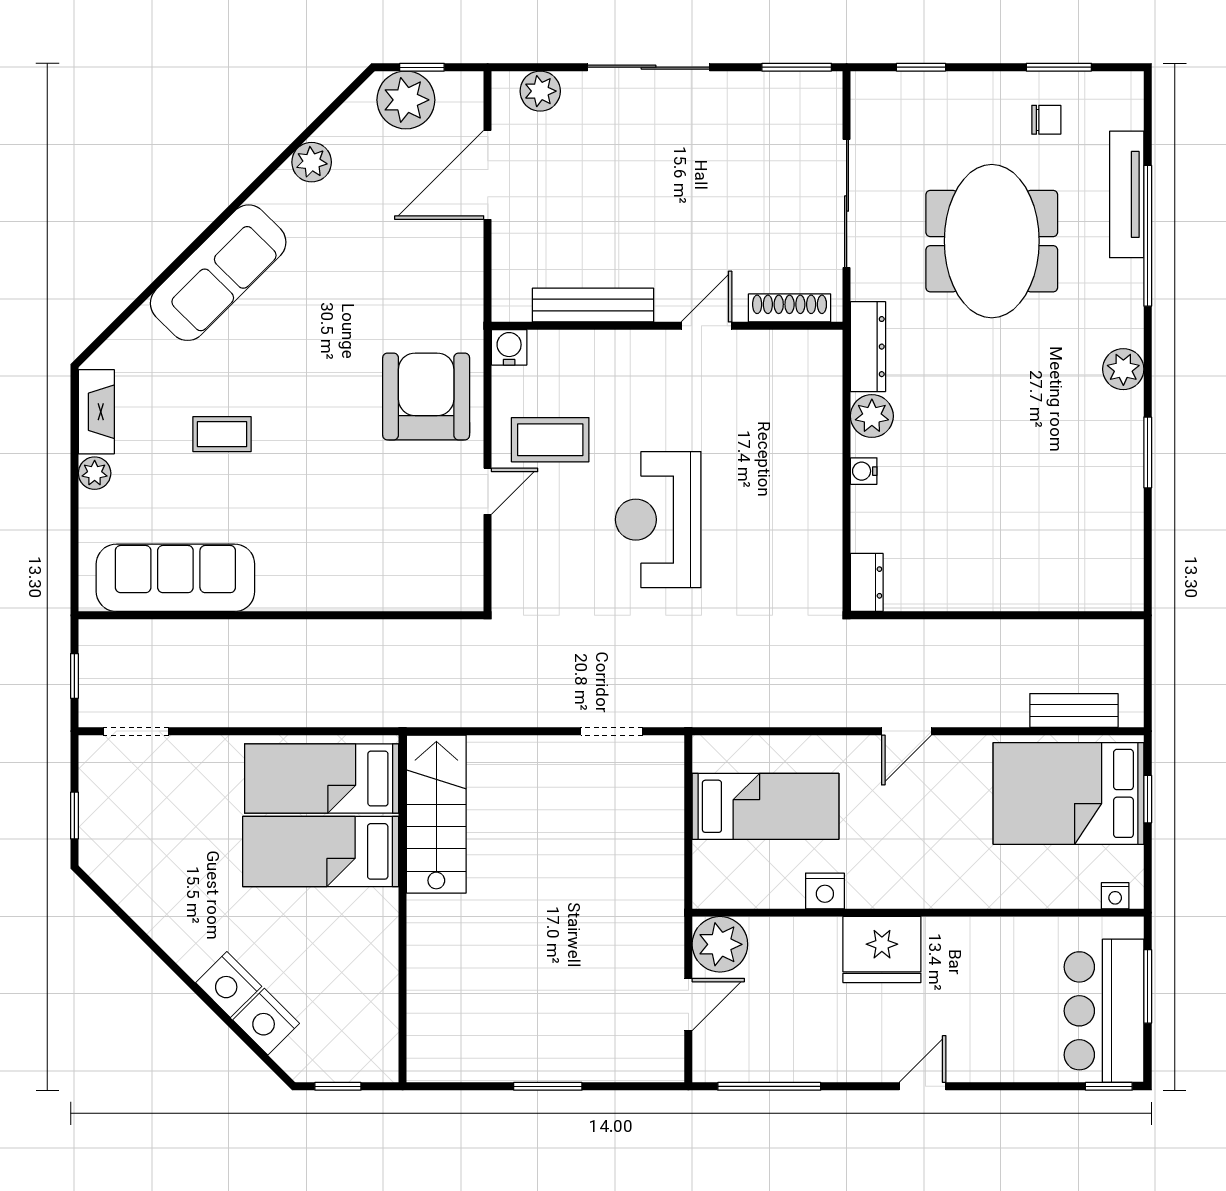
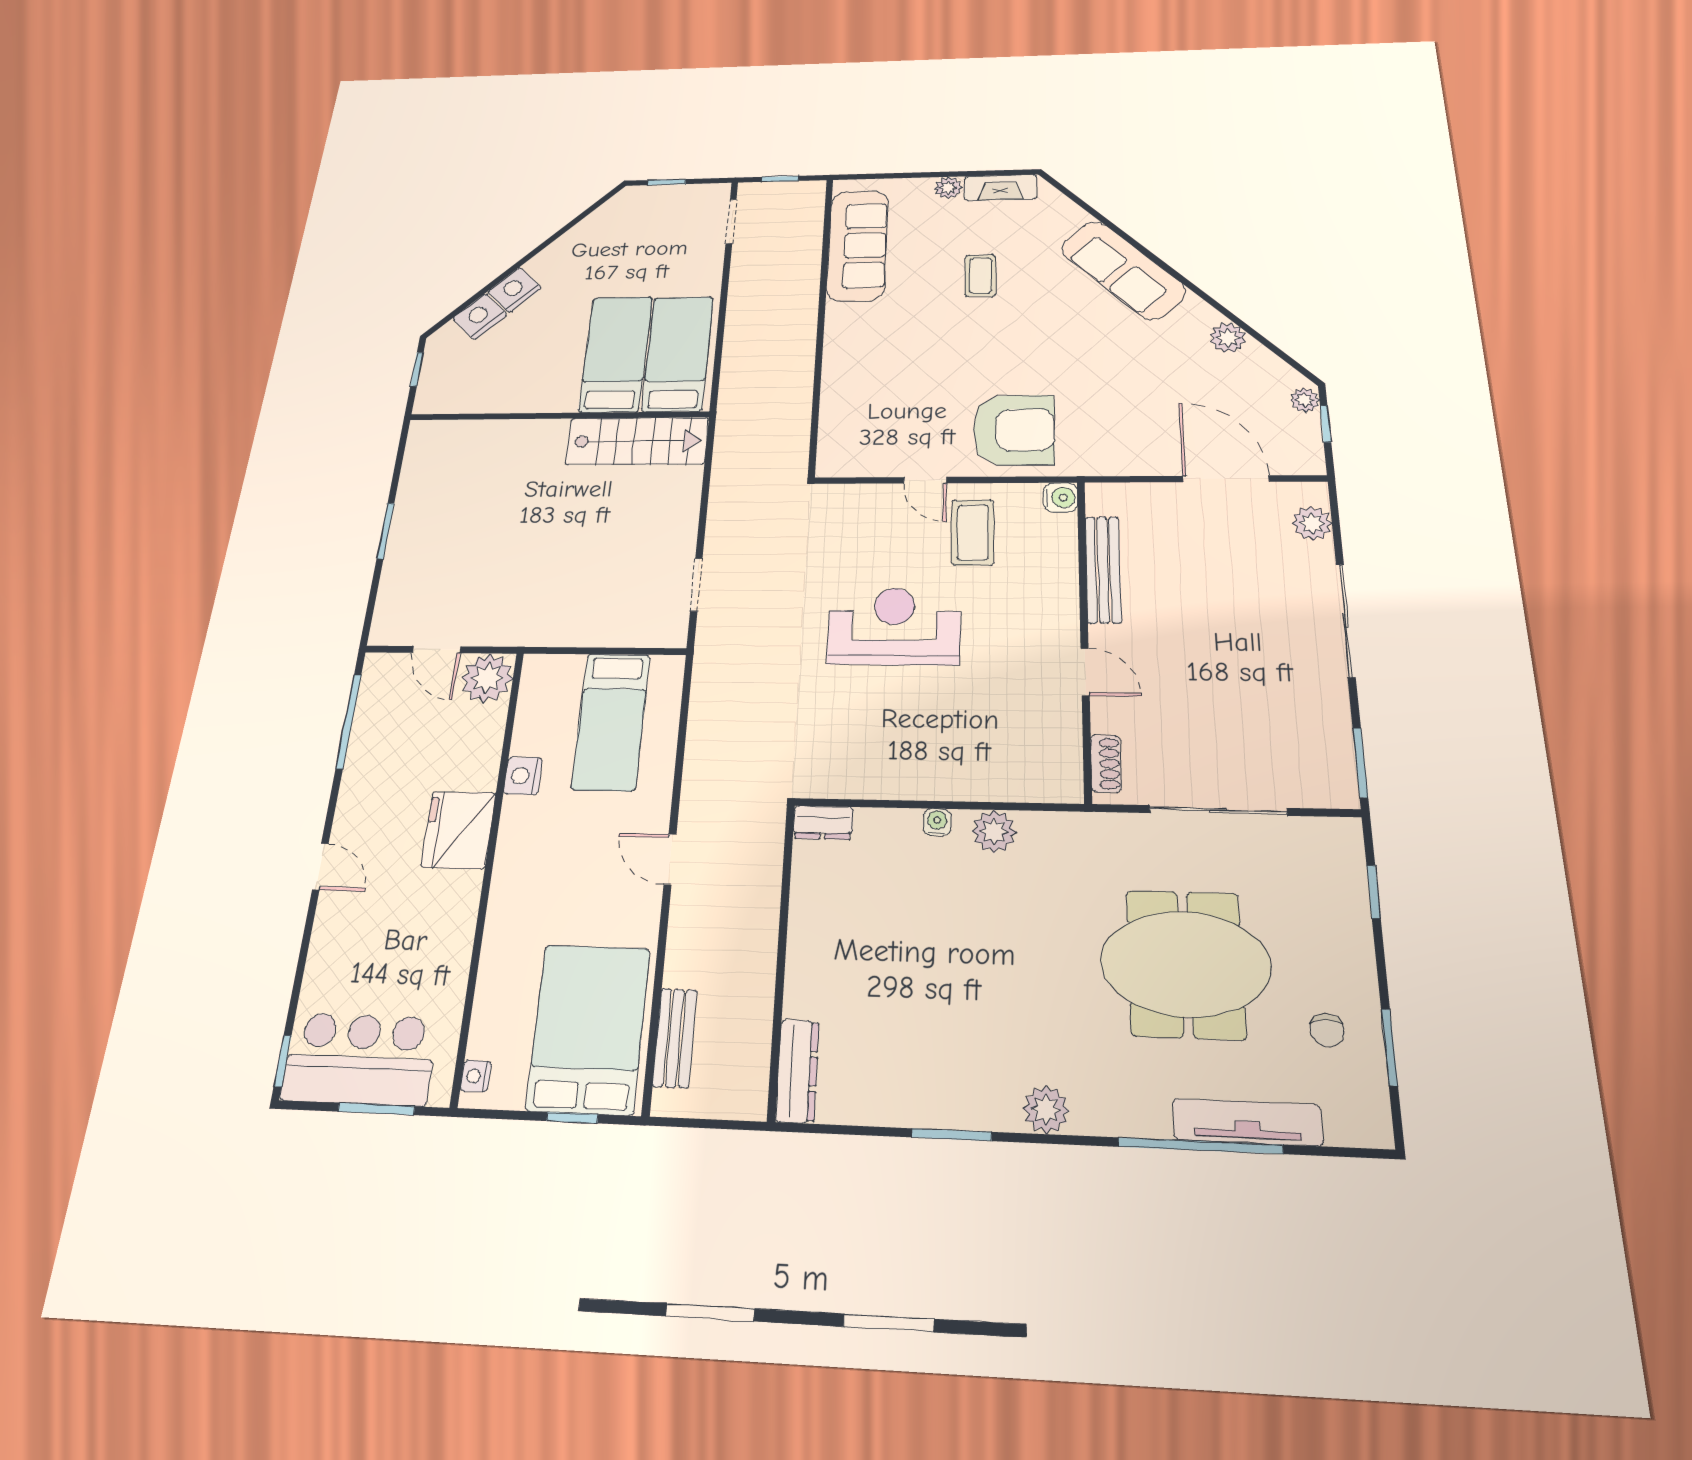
plant: (406, 100) -> (1305, 400), width x0.53, depth x0.53
shoe rack: (790, 308) -> (1106, 764), width x0.70
dresser: (868, 347) -> (797, 1071), moved, turned -90

